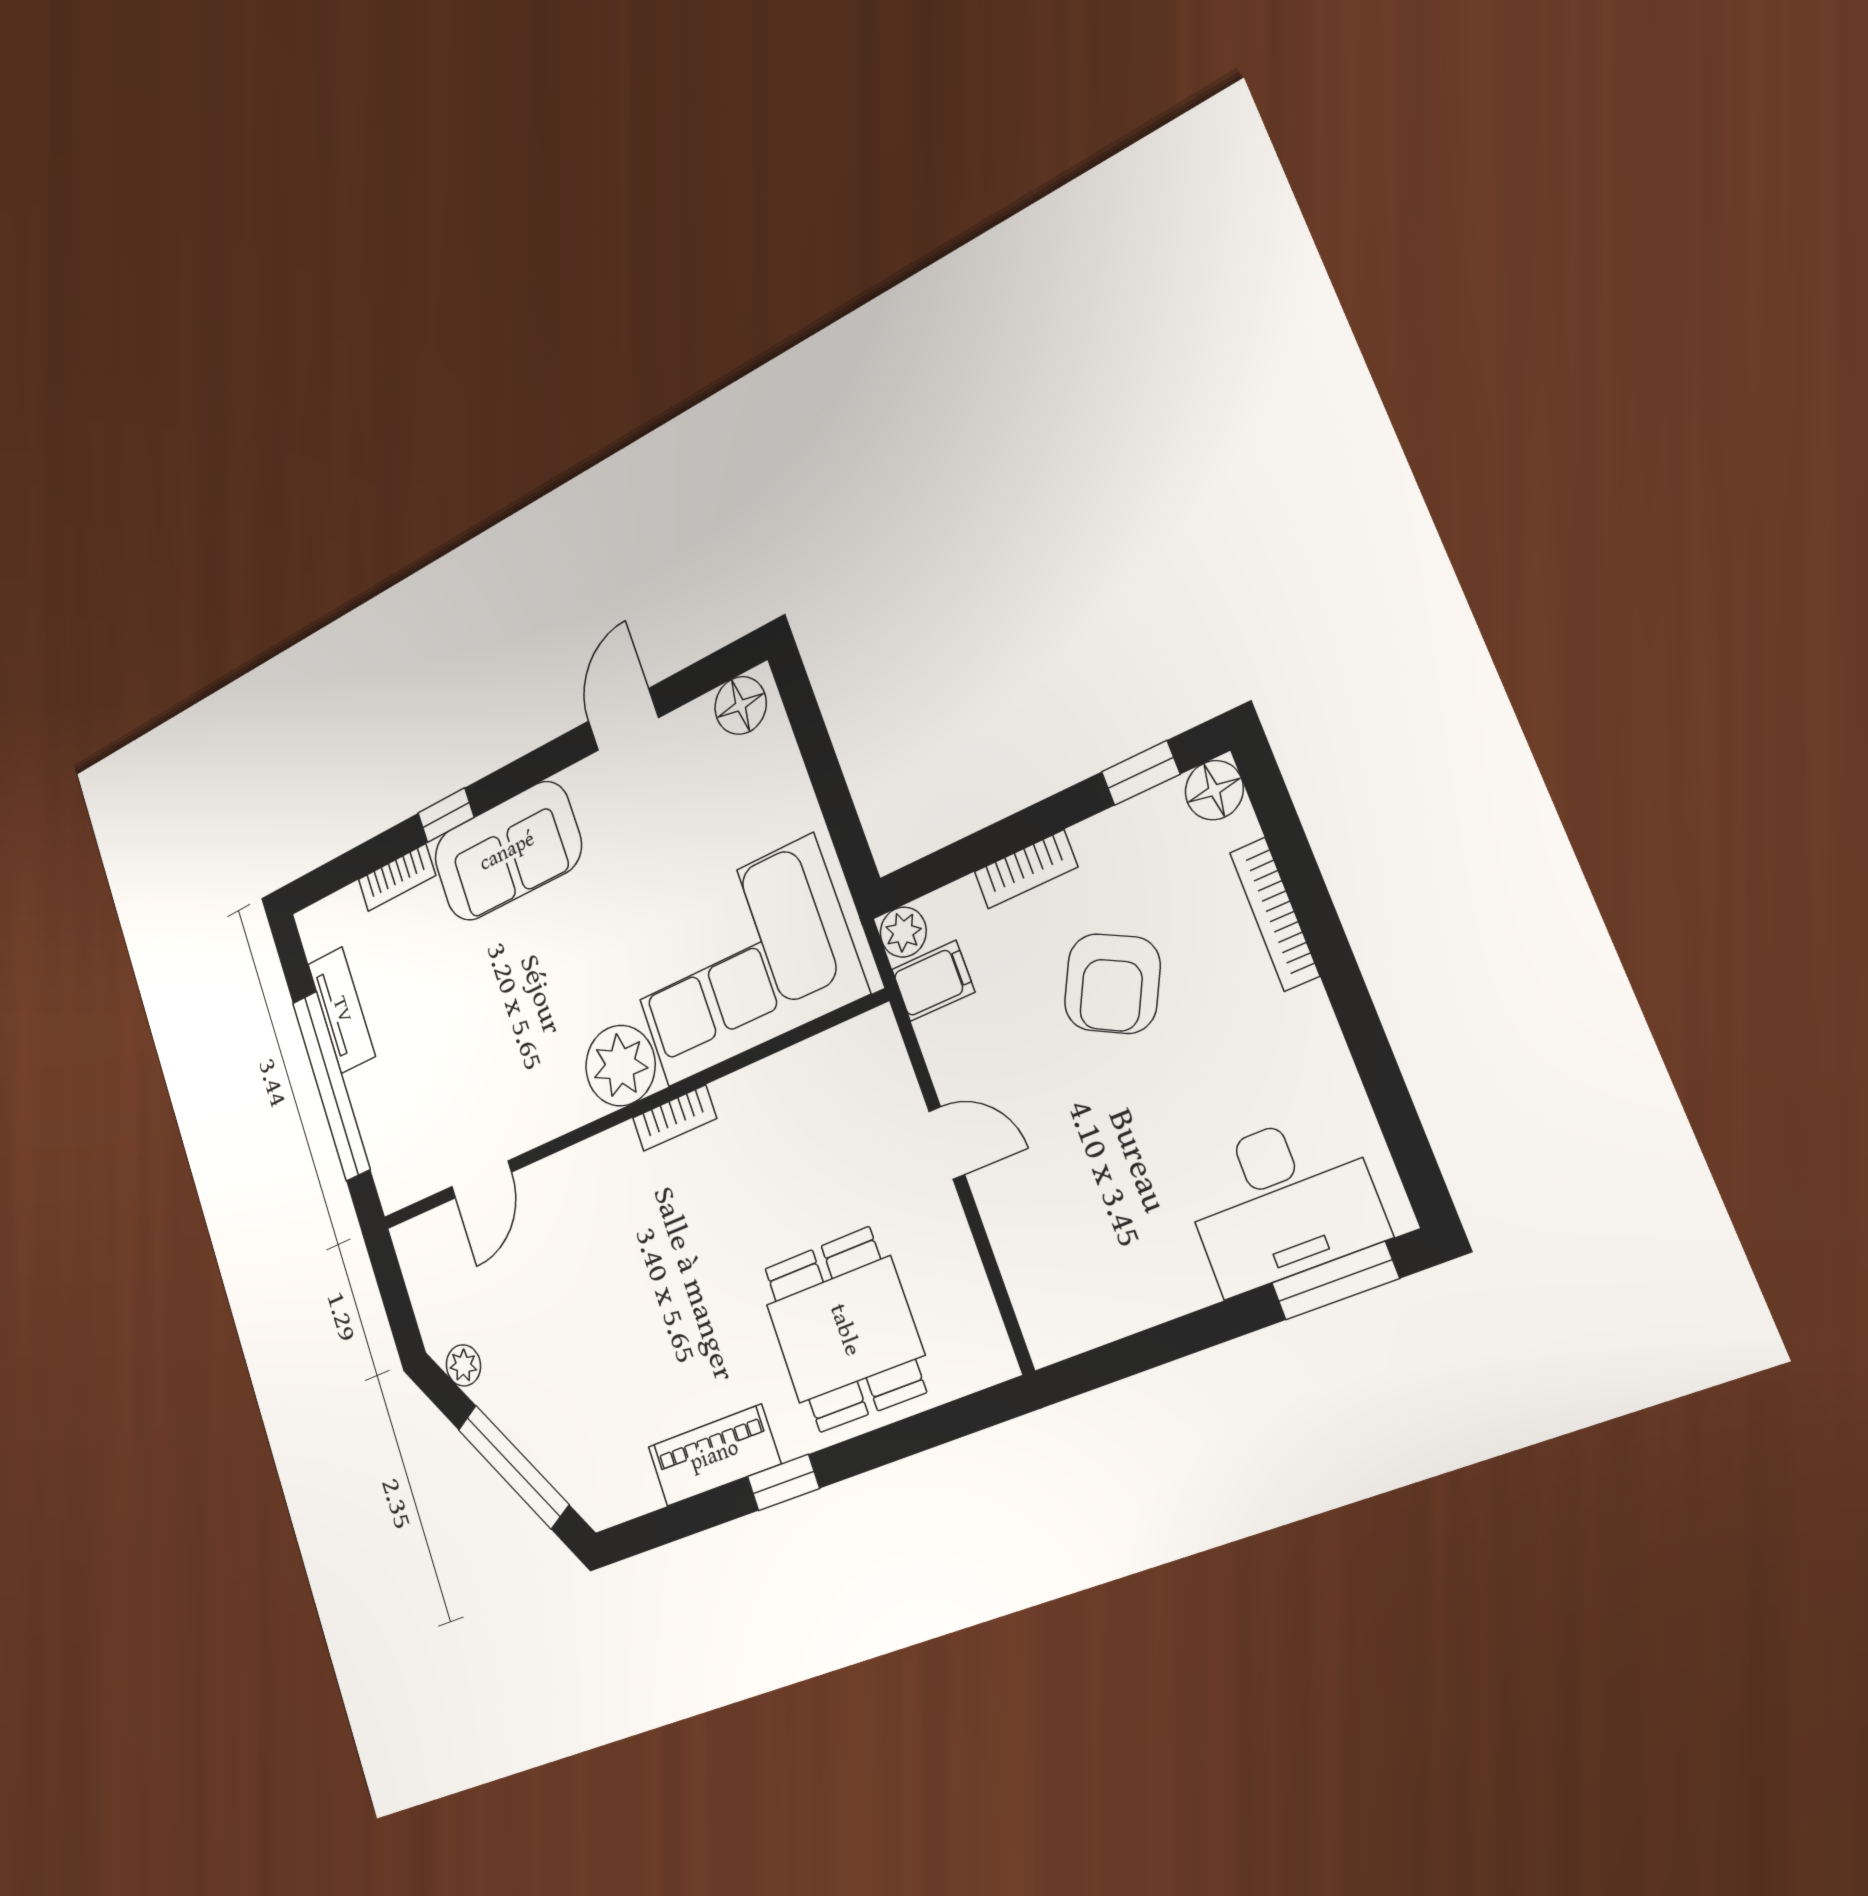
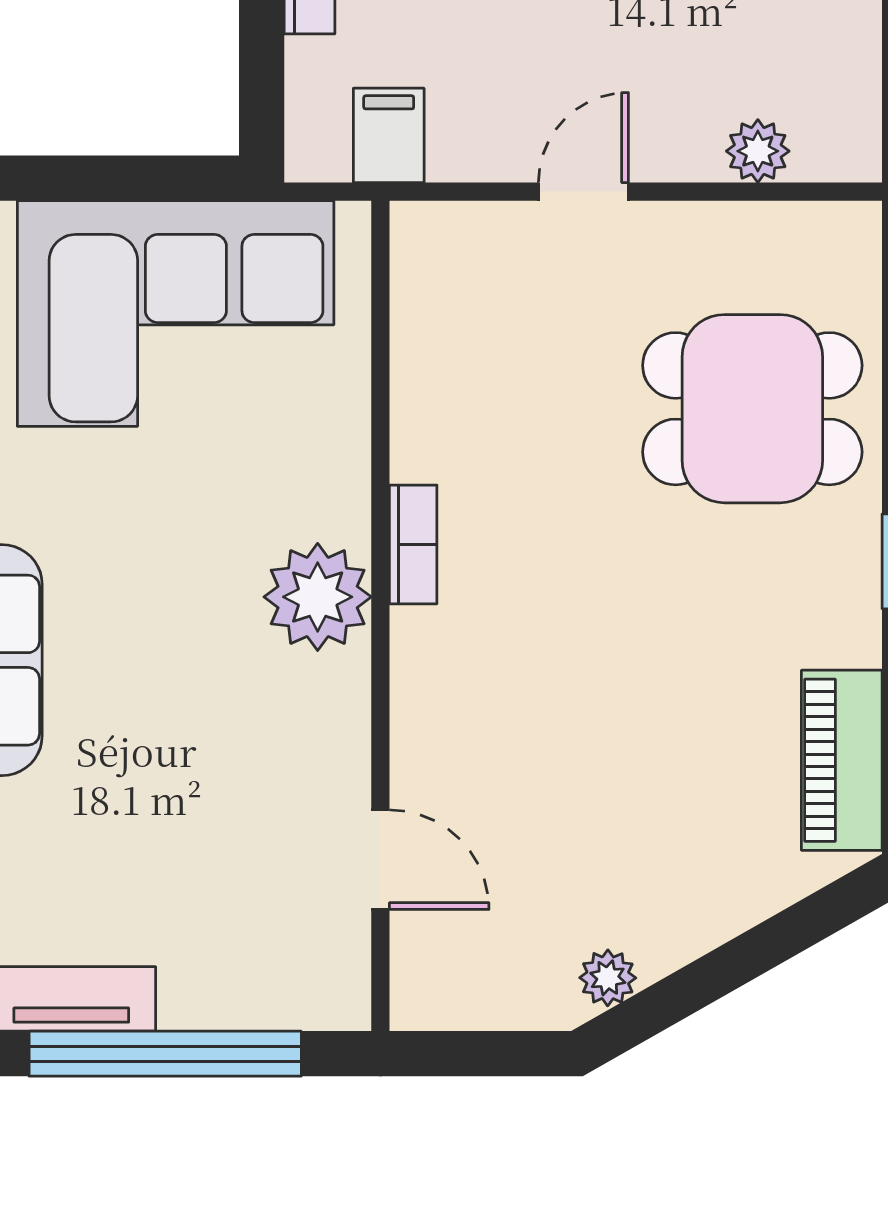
plant: (903, 932) -> (758, 151), moved
corner sofa: (740, 961) -> (176, 313), moved, turned -90
piano: (714, 1455) -> (842, 760), moved
window: (513, 1467) -> (761, 949), removed

